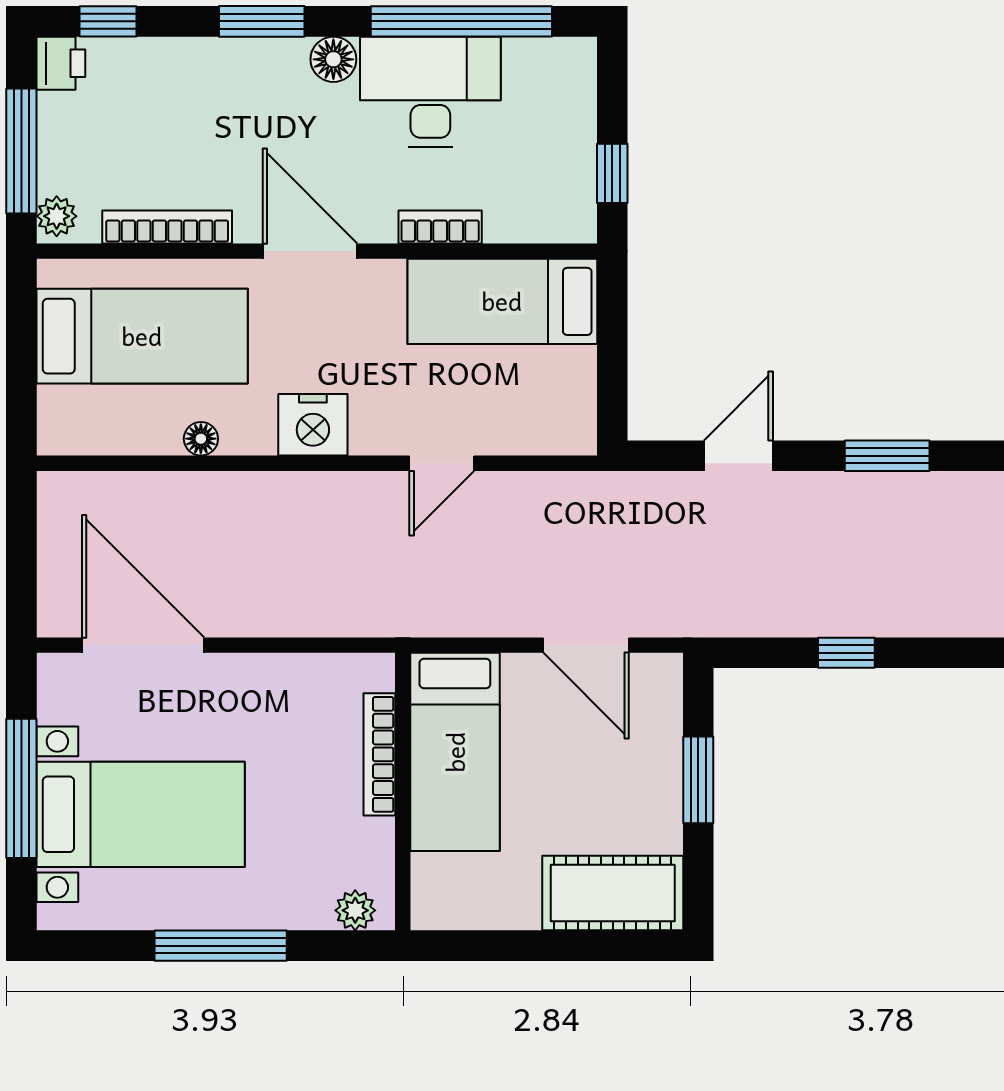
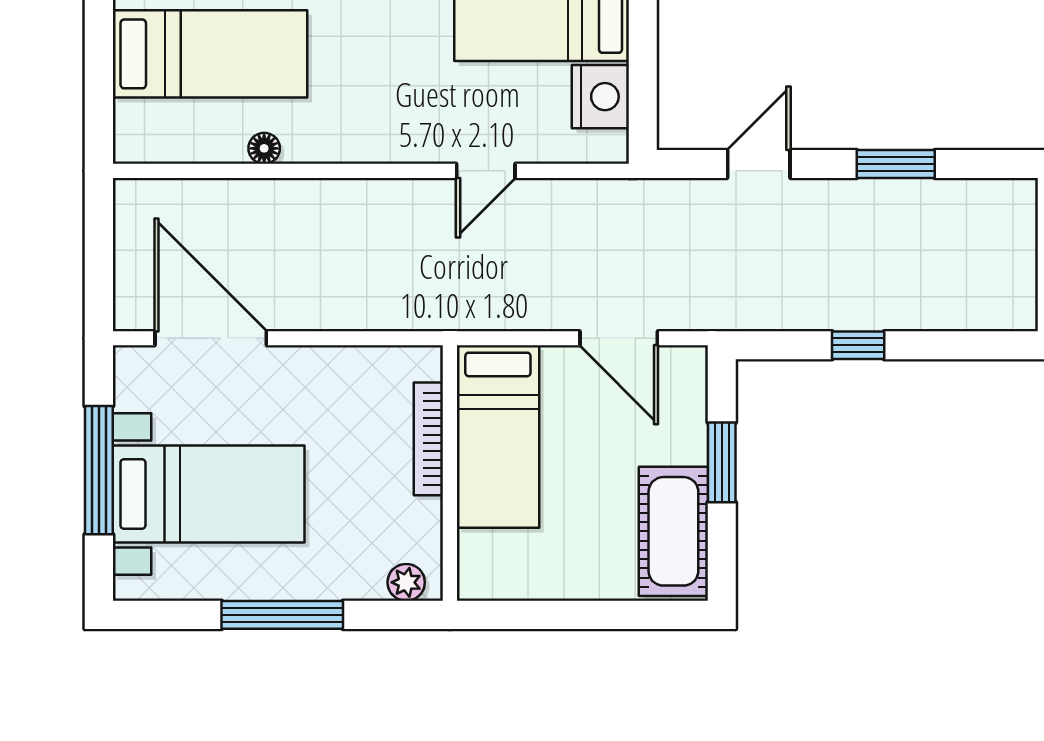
nightstand: (313, 425) -> (600, 97), moved, turned -90
cot: (613, 893) -> (673, 531), moved, turned 90

